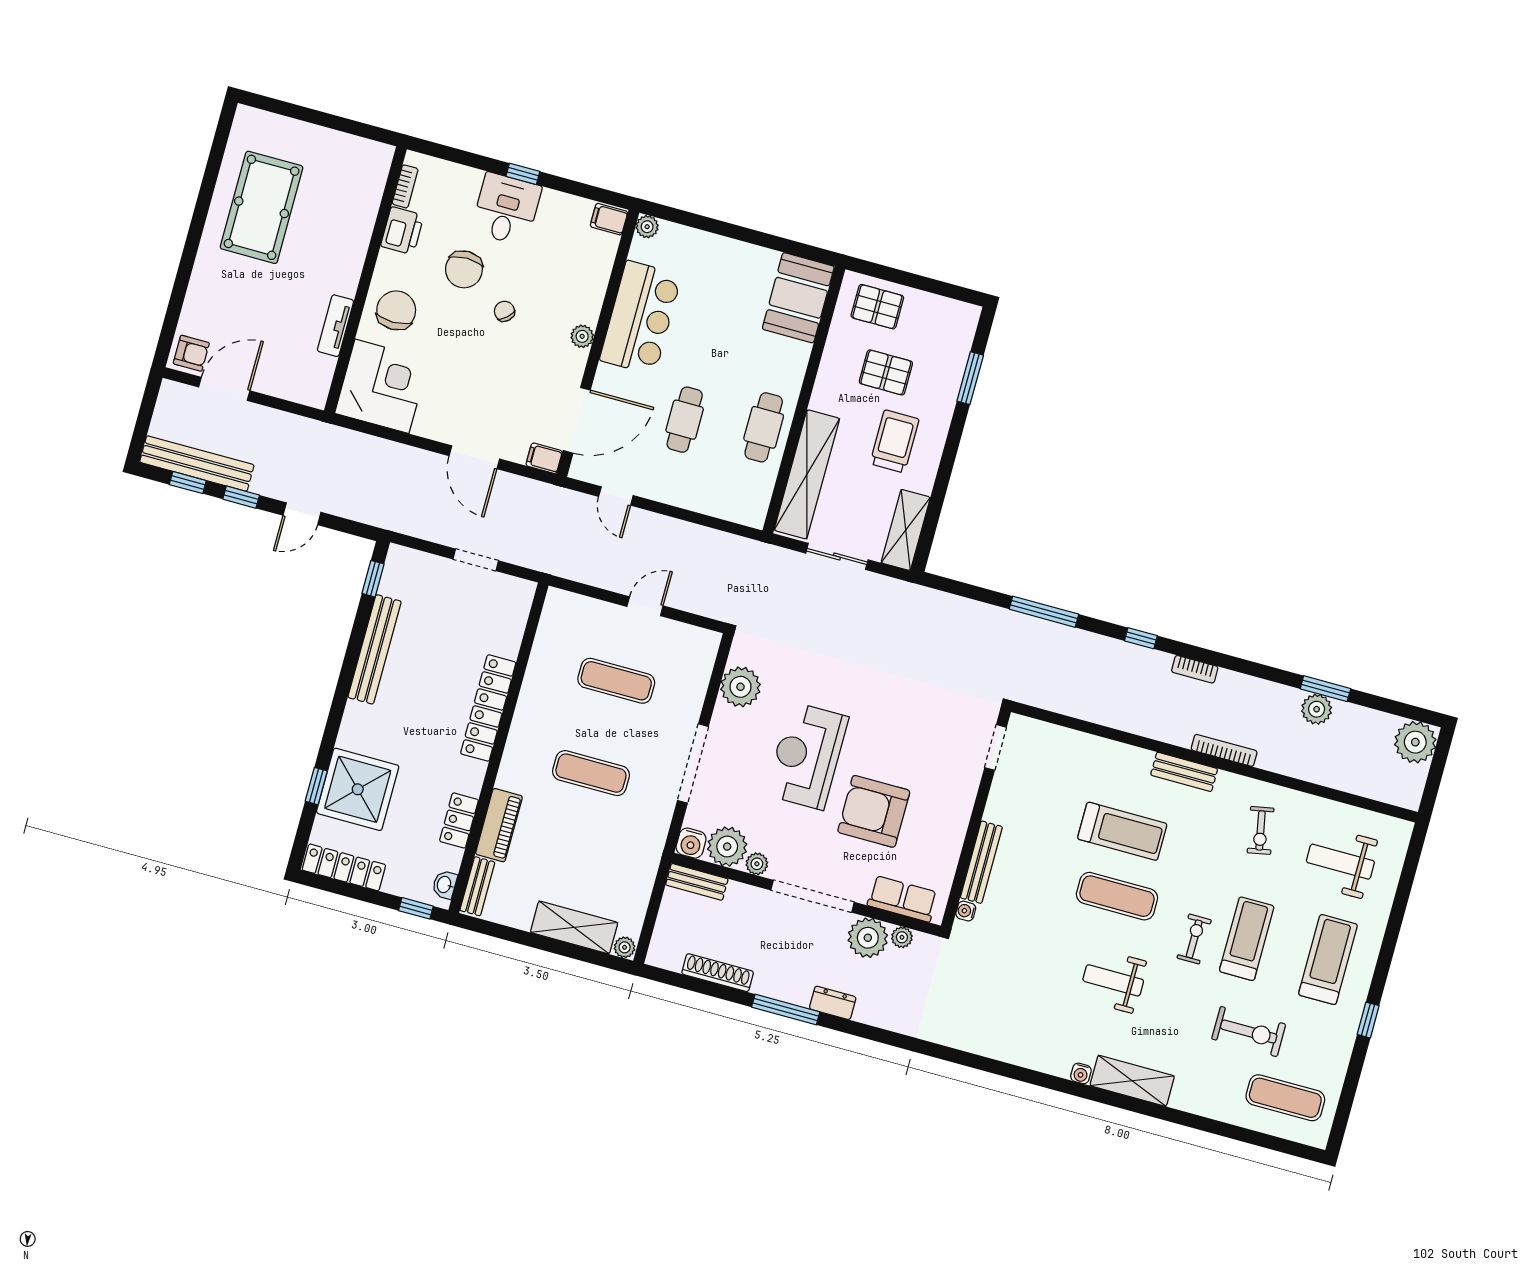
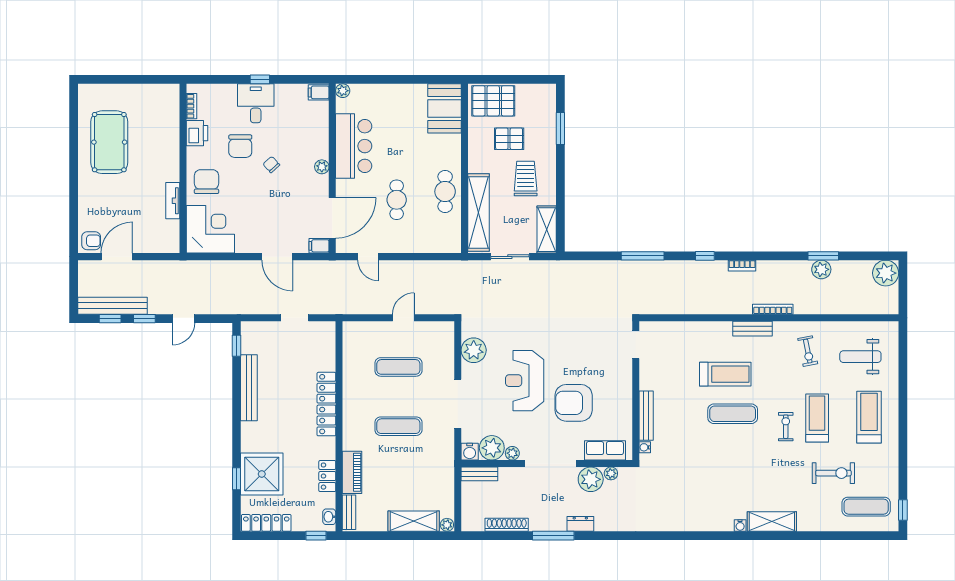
pallet: (877, 307) -> (493, 101), width x1.50, depth x1.42
weight bench: (1113, 980) -> (744, 465), removed
window: (1368, 1020) -> (903, 510), moved

